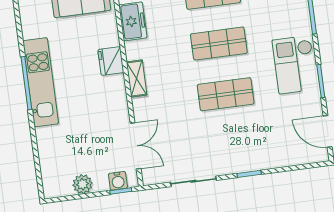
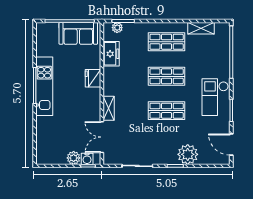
shelving: (137, 79) -> (109, 108), moved
double door: (136, 146) -> (102, 137), swing flipped
plant: (265, 155) -> (188, 154), added
plant: (82, 184) -> (74, 158), moved

